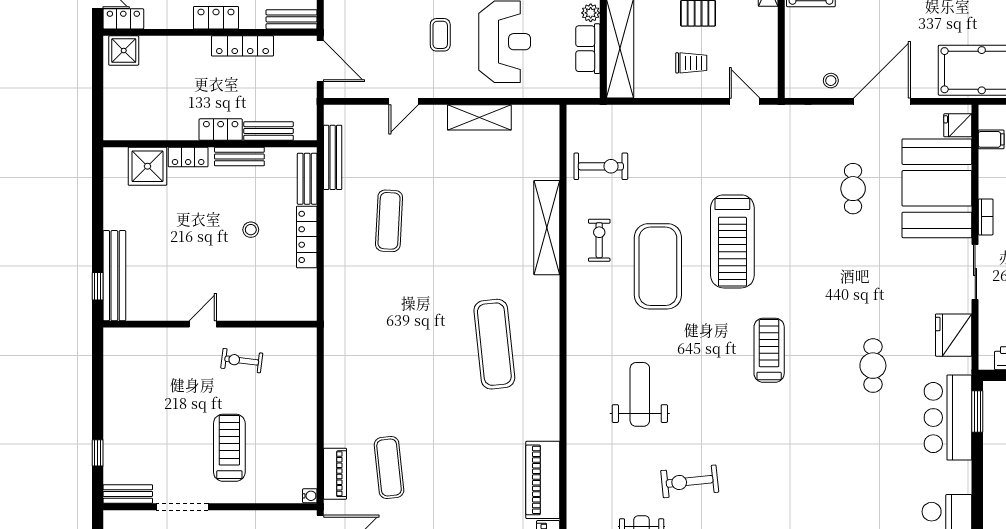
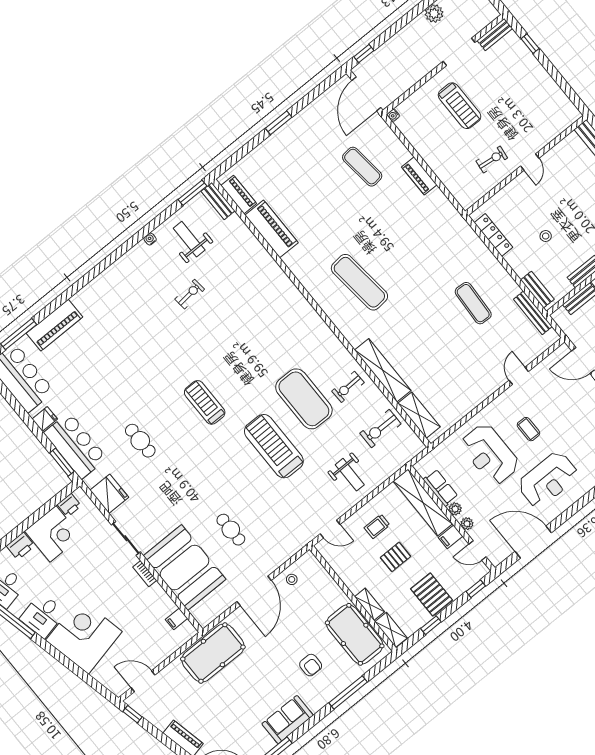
shelving: (479, 117) -> (419, 415), moved, turned 90
fridge: (958, 125) -> (45, 419), moved
locker: (307, 237) -> (493, 235), moved
exercise bike: (599, 240) -> (348, 387), turned 88
treadmill: (769, 350) -> (205, 402), turned 180
weight bench: (640, 394) -> (350, 475), moved, width x0.73, depth x0.75
piano: (335, 474) -> (419, 176), moved
exercise bike: (690, 481) -> (190, 294), width x0.73, depth x0.72

